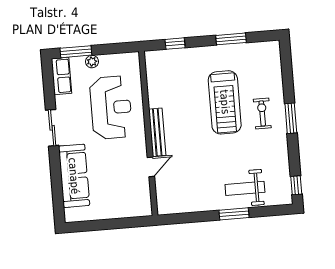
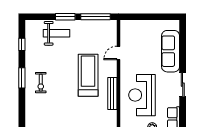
treadmill: (225, 102) -> (88, 75), moved
bench: (157, 132) -> (112, 93), moved
window: (296, 185) -> (22, 44), moved
window: (189, 218) -> (96, 17), added

